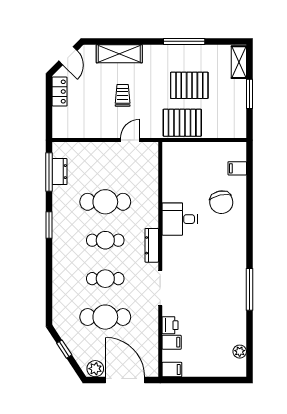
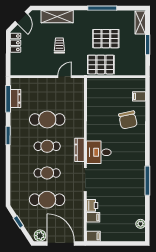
desk: (180, 219) -> (99, 152), moved

